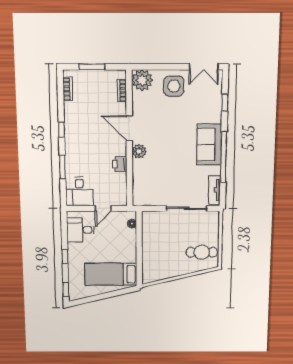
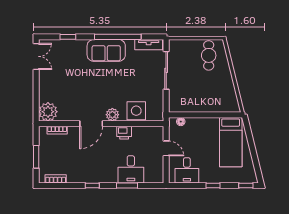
side table: (174, 86) -> (136, 111), moved
desk: (79, 191) -> (131, 169), moved, turned 90

